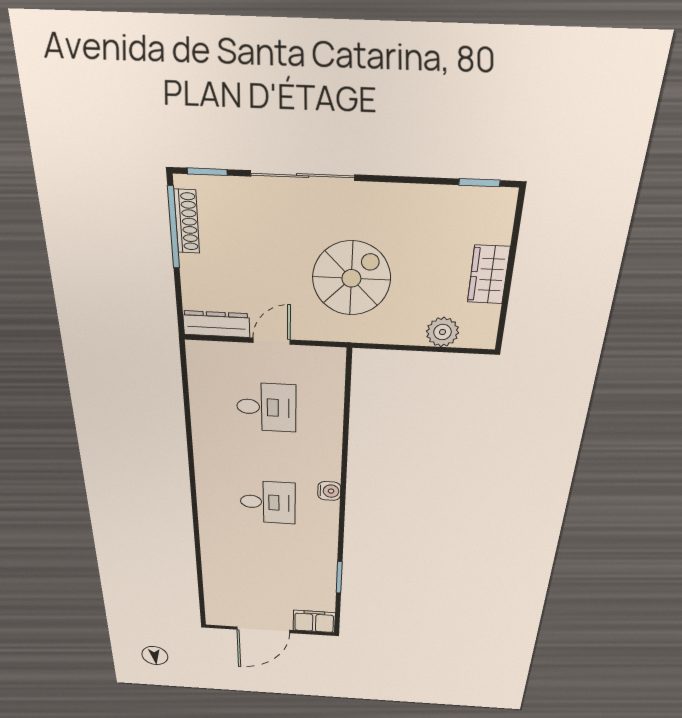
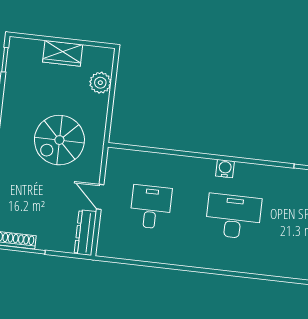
spiral stairs: (351, 278) -> (59, 140), turned -90
desk: (268, 502) -> (233, 216), width x1.37

